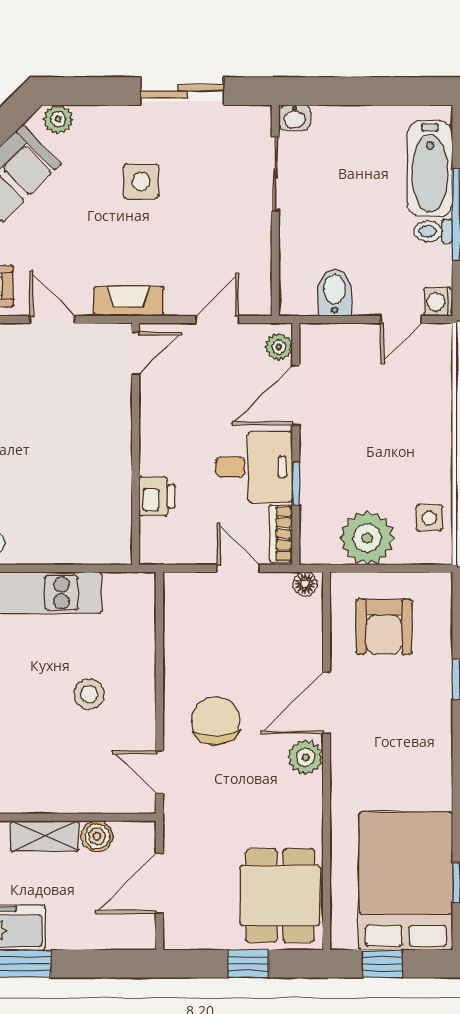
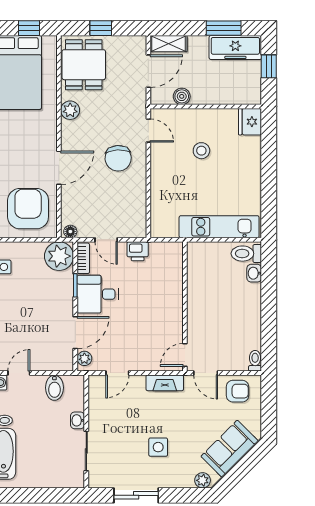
washbasin: (295, 118) -> (78, 420), moved, turned -90
door: (136, 353) -> (185, 355), moved
wall: (136, 444) -> (185, 306), moved
printer: (157, 496) -> (138, 251), moved, turned -90
plant: (367, 538) -> (59, 256), moved
armchair: (384, 627) -> (28, 209), width x1.36, depth x1.36
stool: (89, 694) -> (201, 151), moved
plant: (305, 757) -> (70, 110), moved
shelving: (44, 836) -> (168, 44), moved

